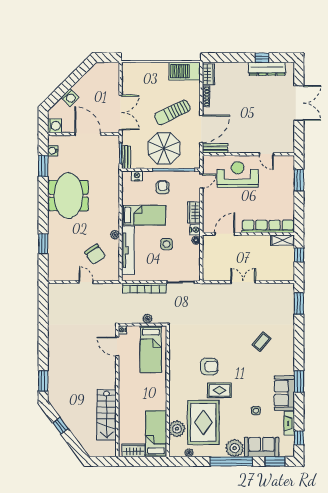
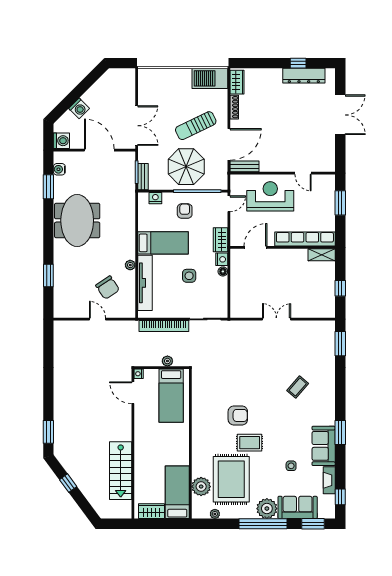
row of seats: (268, 226) -> (305, 239), moved
door: (225, 234) -> (255, 247), moved
wall: (248, 234) -> (283, 247), moved
shelving: (283, 240) -> (322, 255), moved

